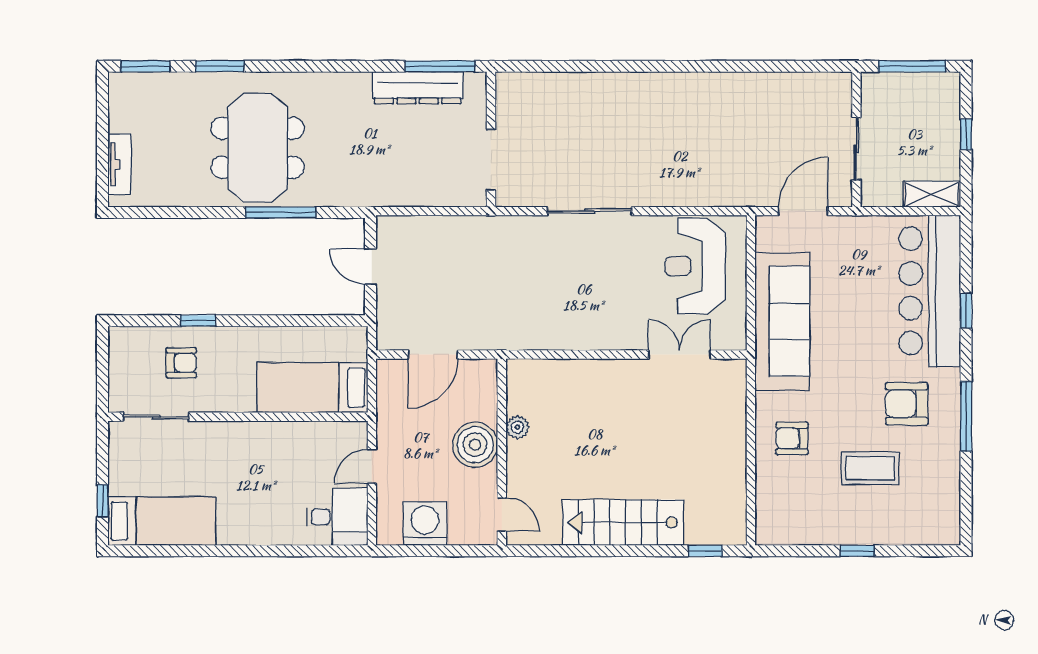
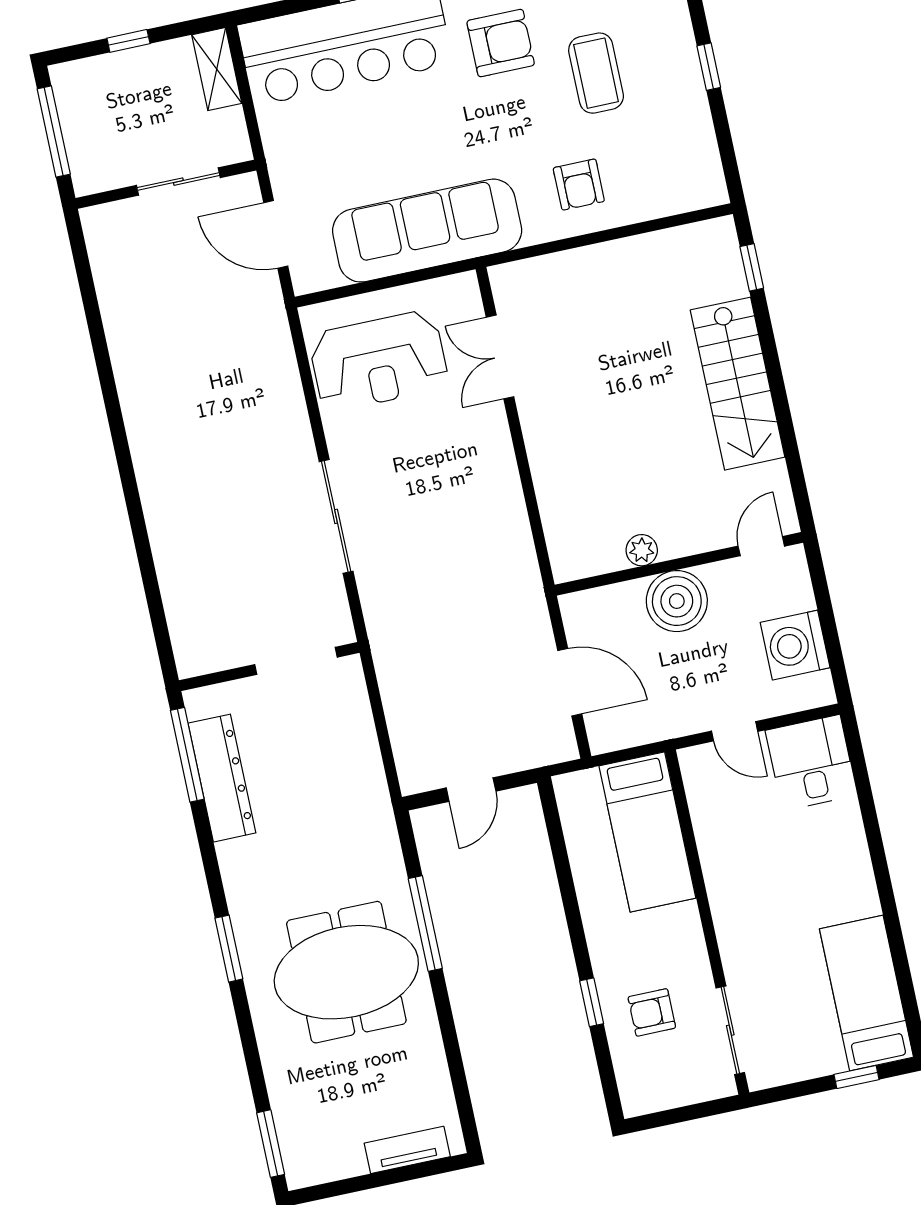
window: (220, 66) -> (229, 949), moved
armchair: (181, 363) -> (652, 1012), turned -90
armchair: (907, 404) -> (501, 43), turned -90

